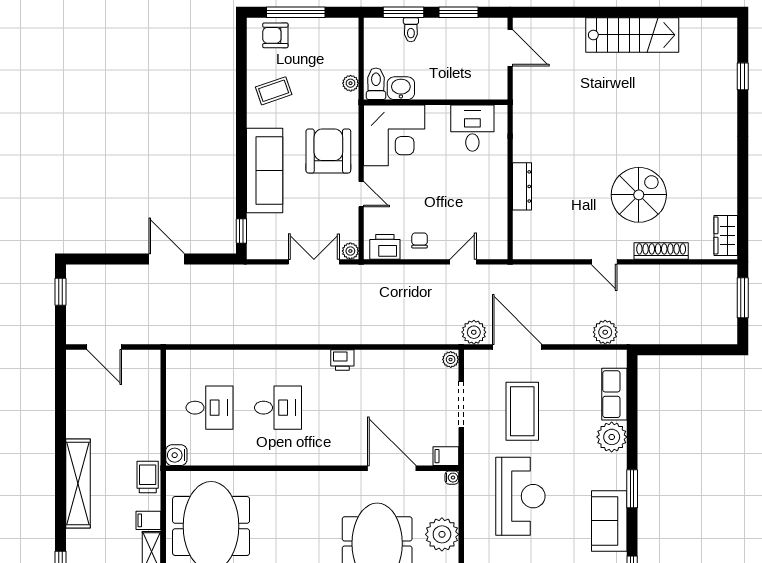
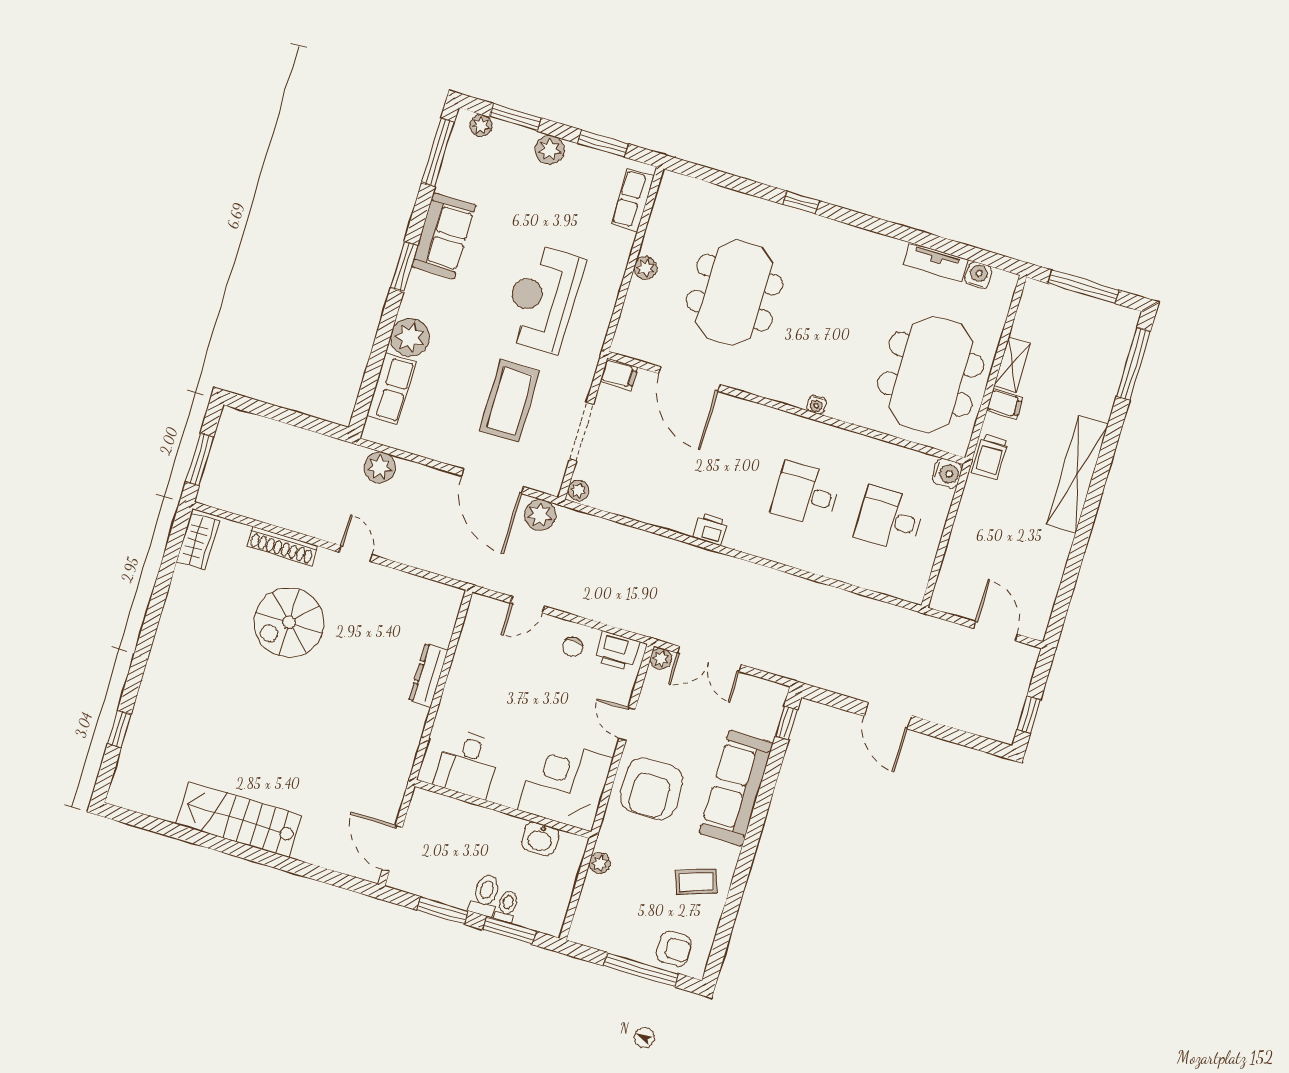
toilet: (376, 84) -> (485, 895), moved, turned 180
water cooler: (452, 478) -> (817, 405), moved, turned -90
plant: (442, 534) -> (646, 268), width x0.53, depth x0.53

